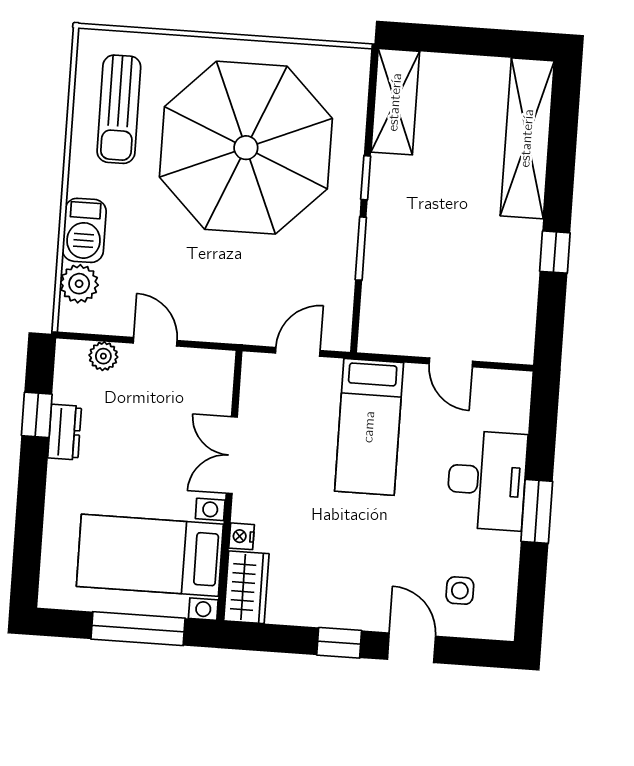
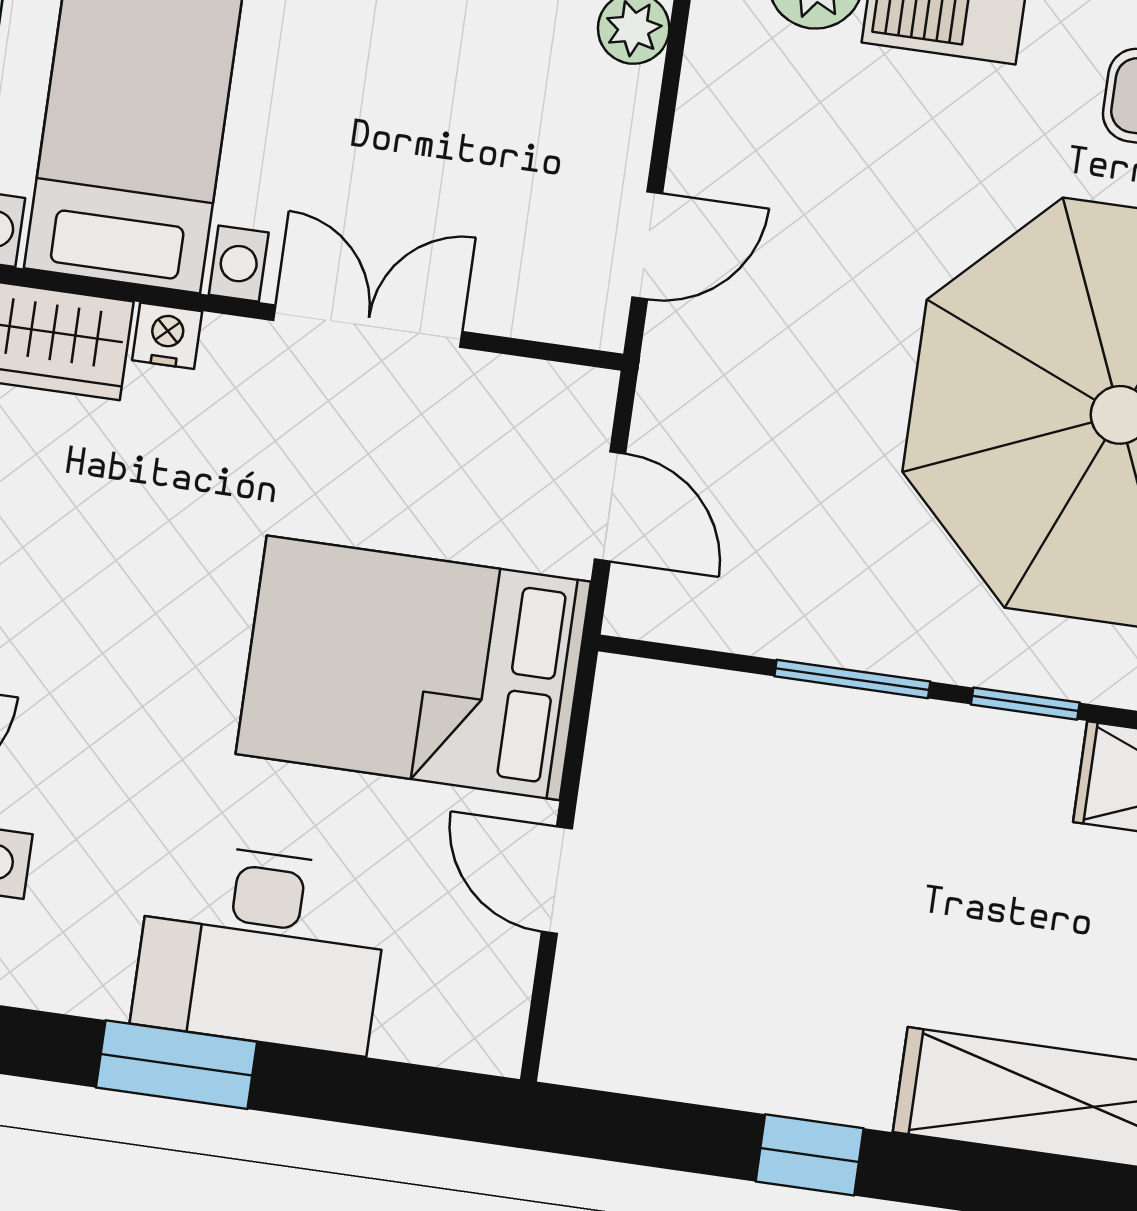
door: (155, 342) -> (647, 245), moved
door: (451, 362) -> (557, 880), hinge flipped
bed: (369, 427) -> (413, 668), width x1.50

